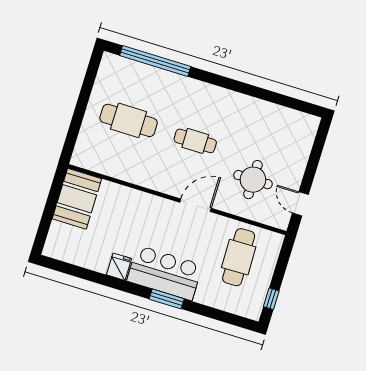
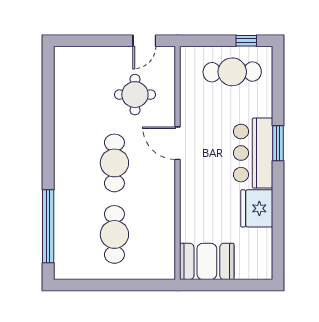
cafe table: (195, 141) -> (114, 163), width x1.37, depth x1.35
cafe table: (239, 257) -> (232, 72), moved
fridge: (119, 267) -> (257, 208), width x1.88, depth x1.34

